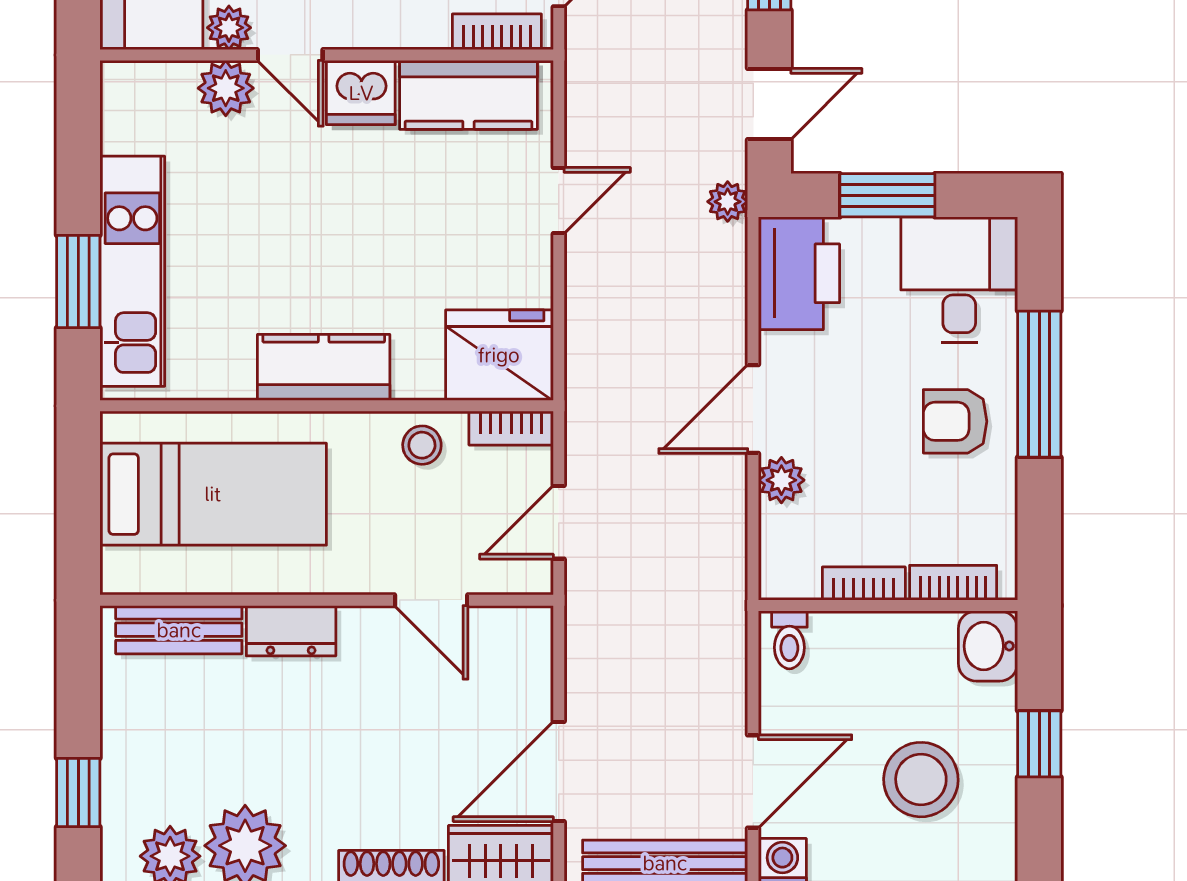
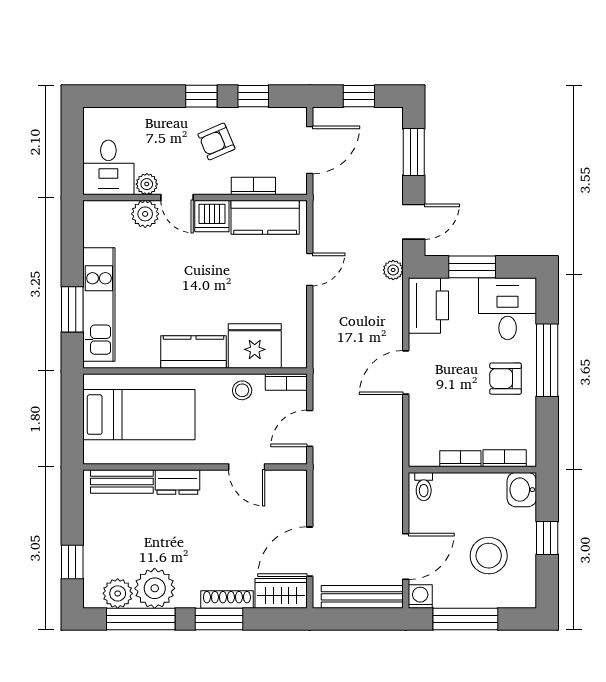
bookcase: (497, 32) -> (253, 186), moved
fridge: (499, 355) -> (255, 346), moved
plant: (781, 480) -> (420, 408), removed

